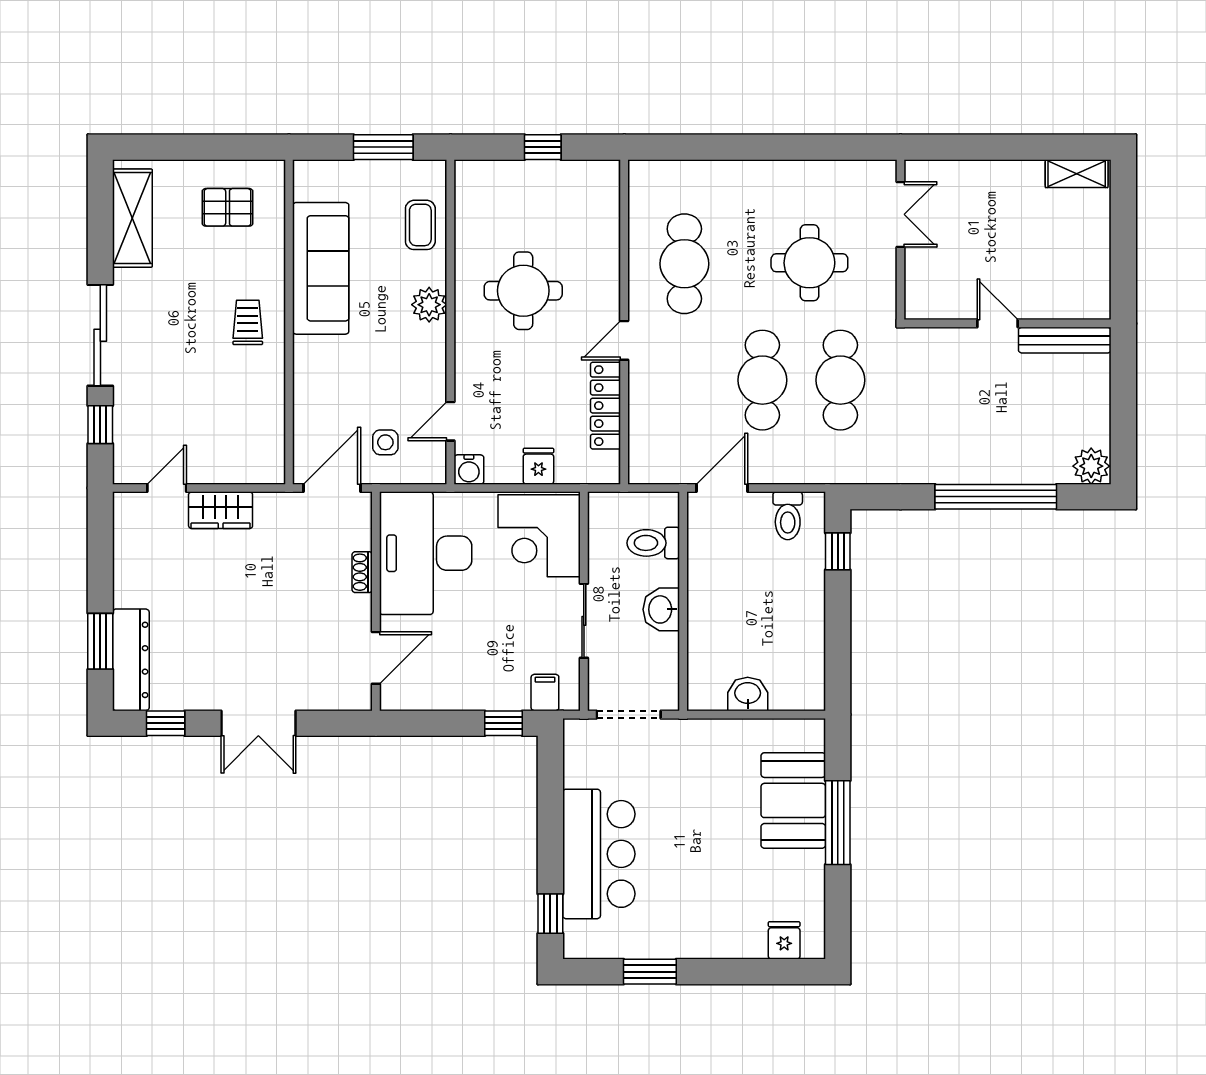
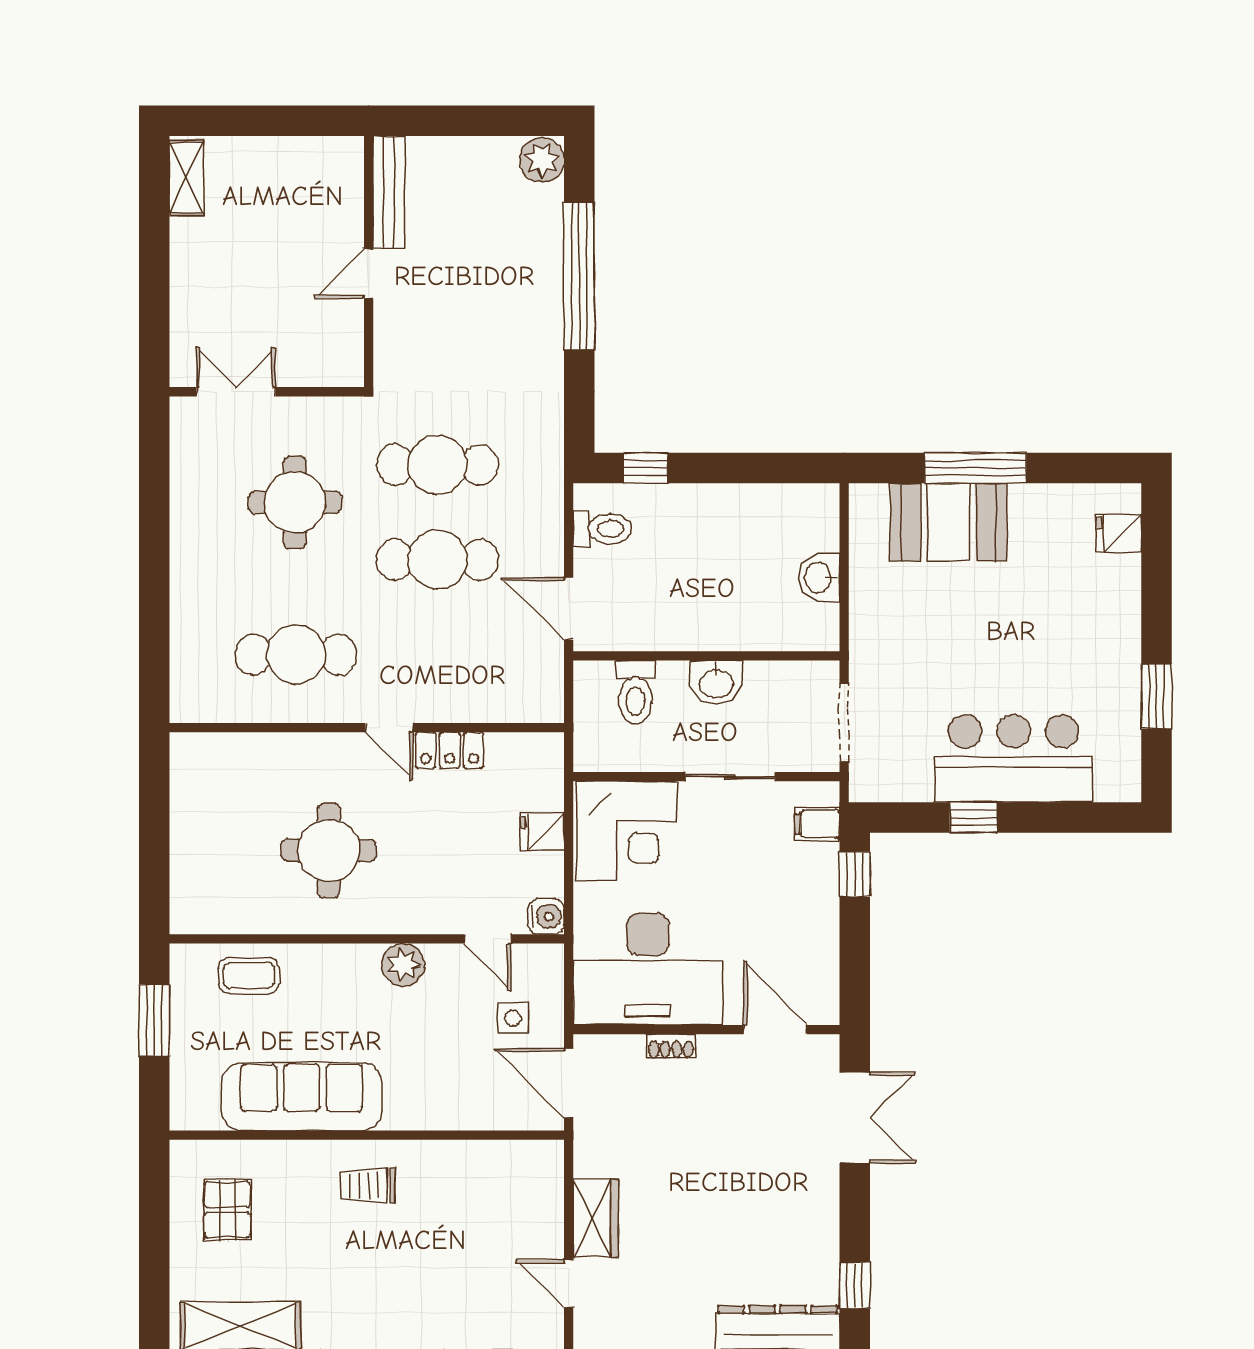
window: (543, 147) -> (154, 827), removed
plant: (429, 305) -> (403, 965), moved
locker: (606, 406) -> (450, 750), width x0.66
double door: (258, 723) -> (855, 1118), moved
window: (550, 914) -> (973, 817), moved

